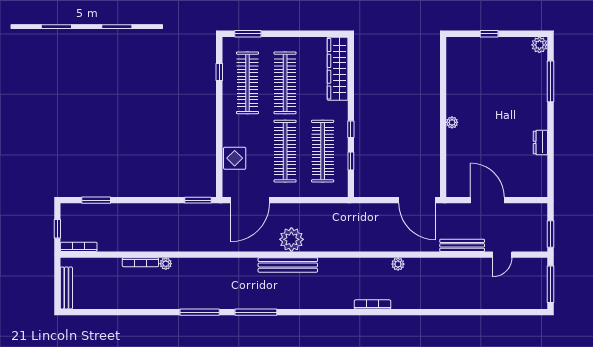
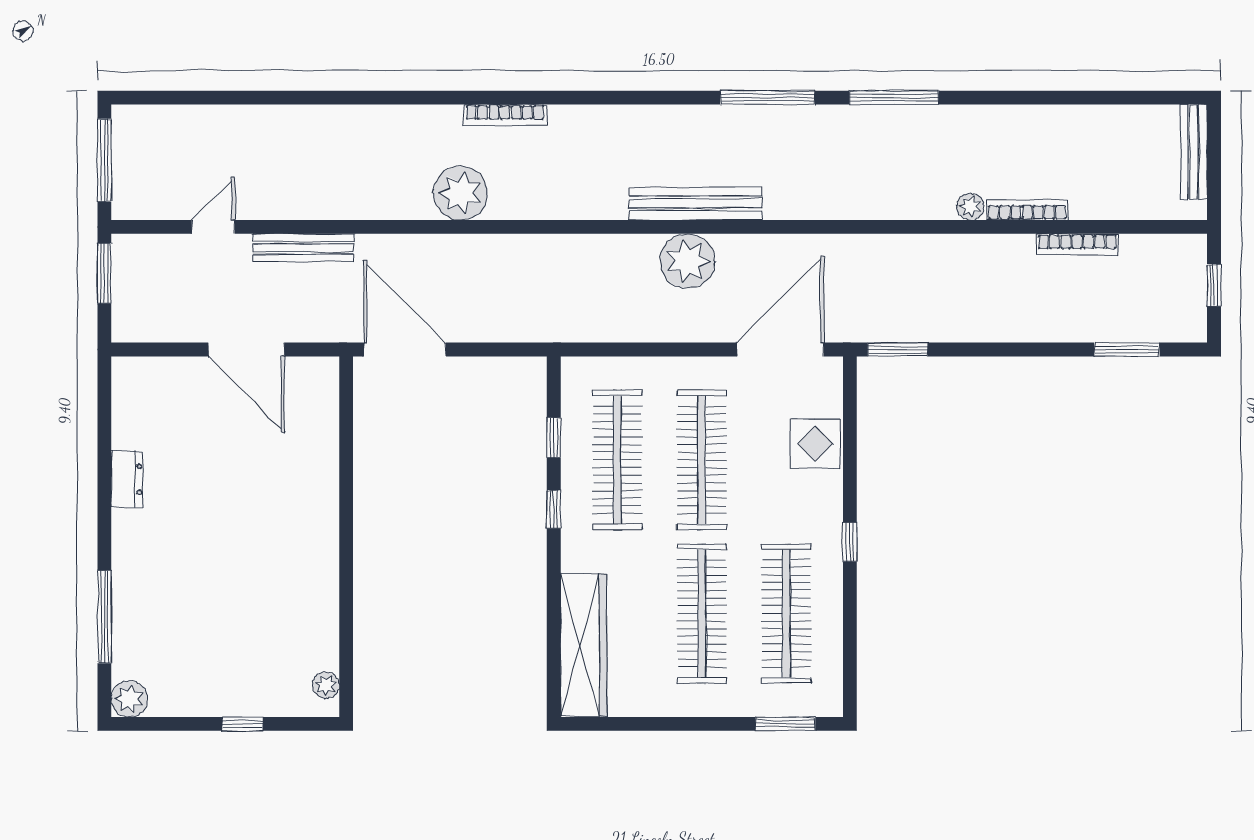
window: (219, 72) -> (850, 542), moved
plant: (452, 122) -> (326, 685), moved
bookcase: (79, 247) -> (1077, 244), moved
plant: (398, 264) -> (460, 193), width x1.87, depth x1.87

